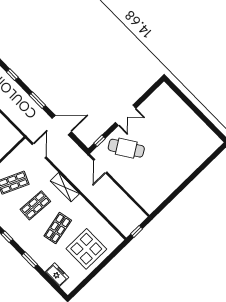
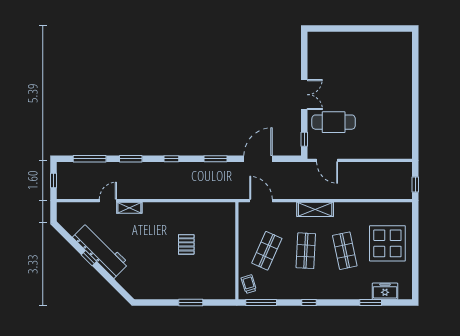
cafe table: (126, 148) -> (334, 122), turned 33
window: (30, 260) -> (371, 302), moved

